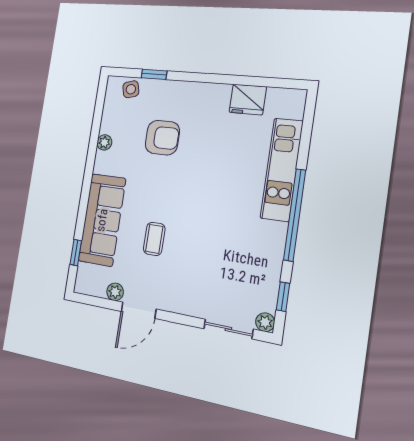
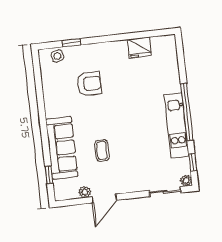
plant: (104, 142) -> (48, 96), removed
kitchen unit: (282, 170) -> (177, 126), moved

